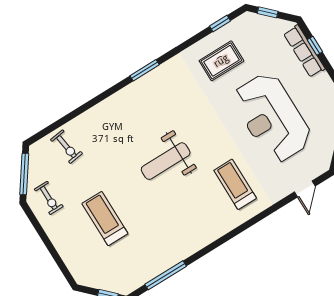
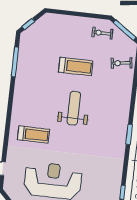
rug: (221, 61) -> (103, 178), removed
treadmill: (105, 219) -> (76, 66), moved

